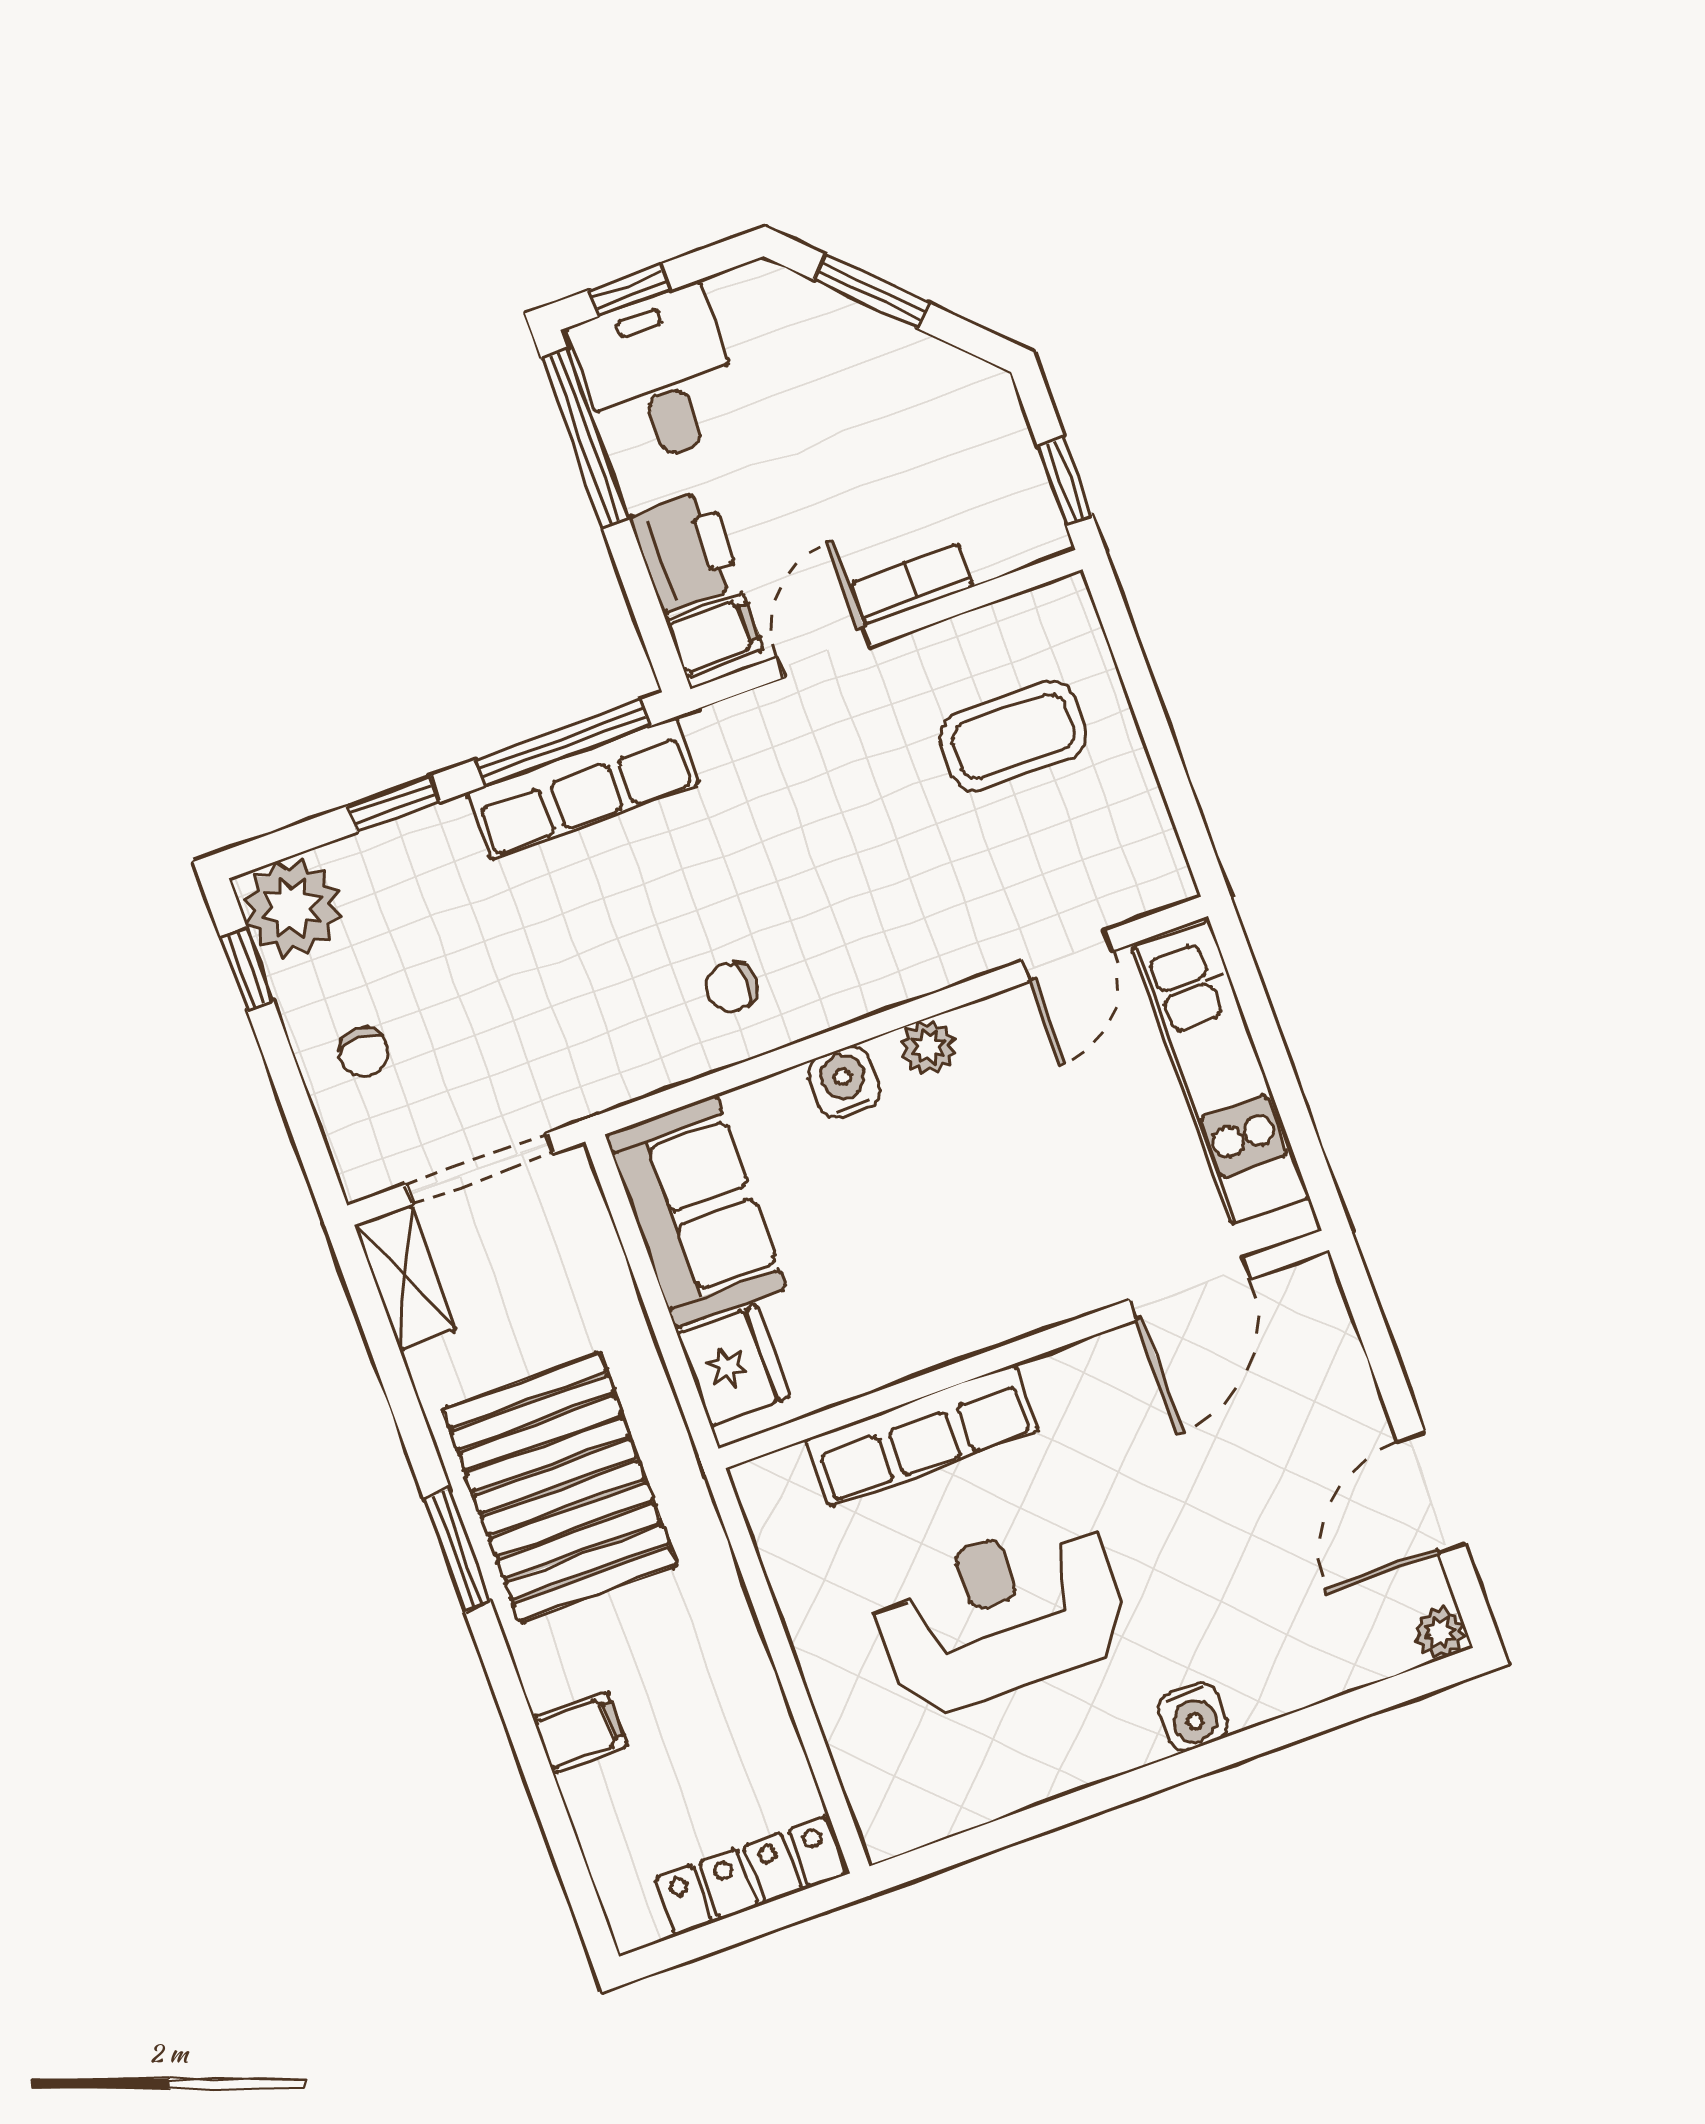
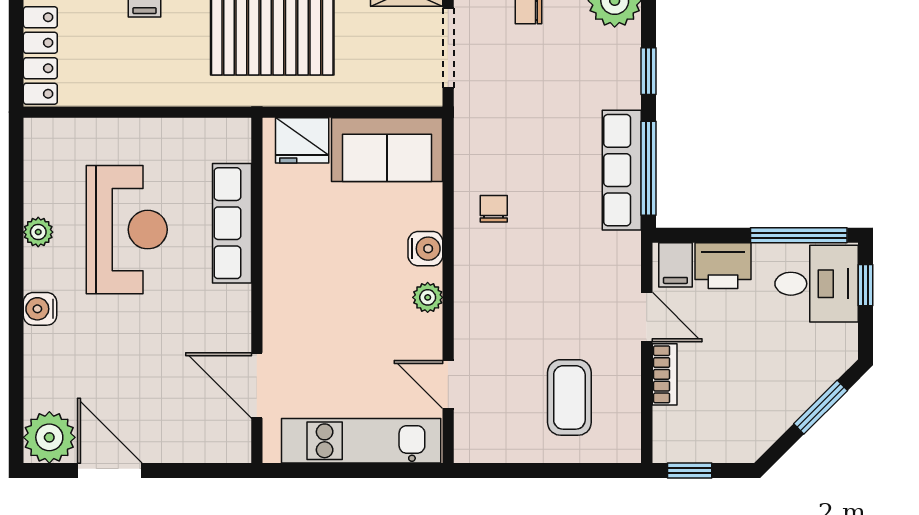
plant: (1440, 1633) -> (49, 437), width x1.88, depth x1.88
plant: (1060, 1768) -> (38, 232), added

